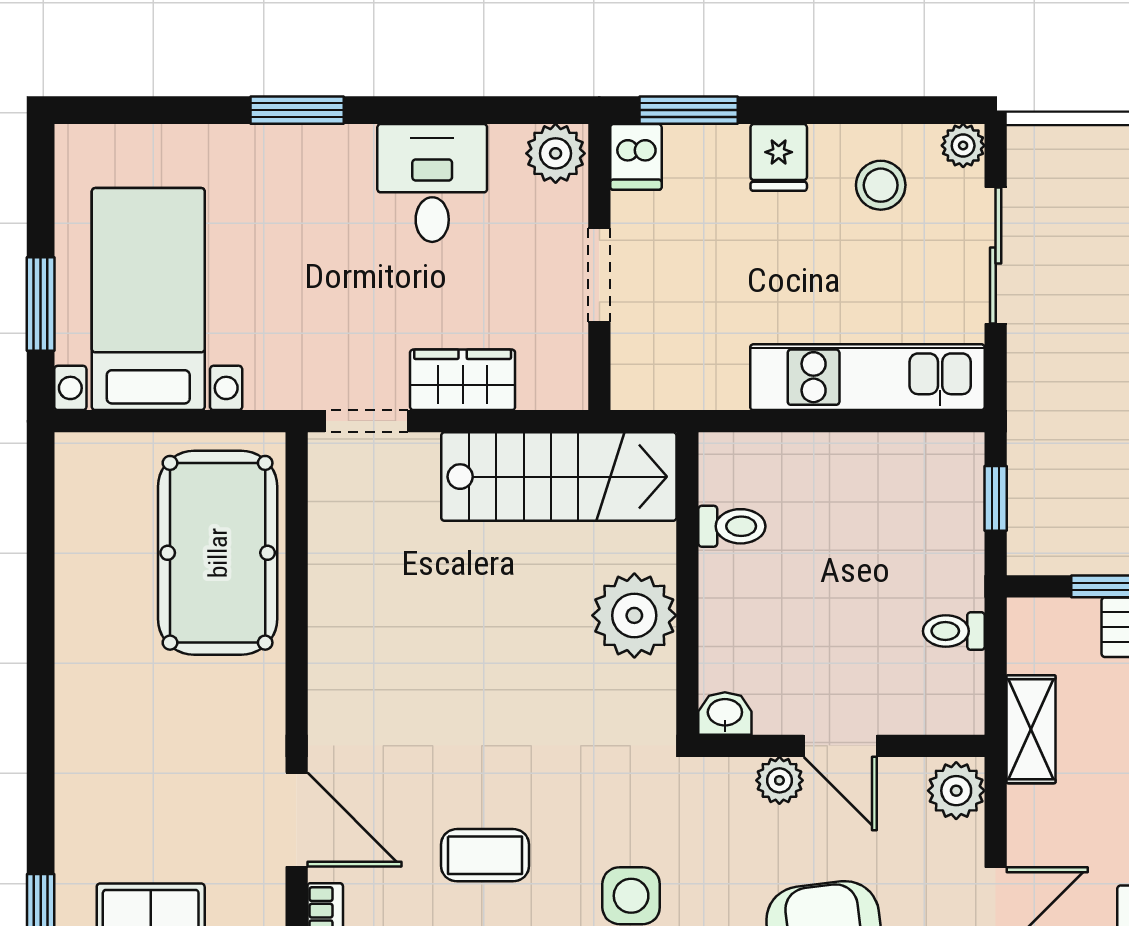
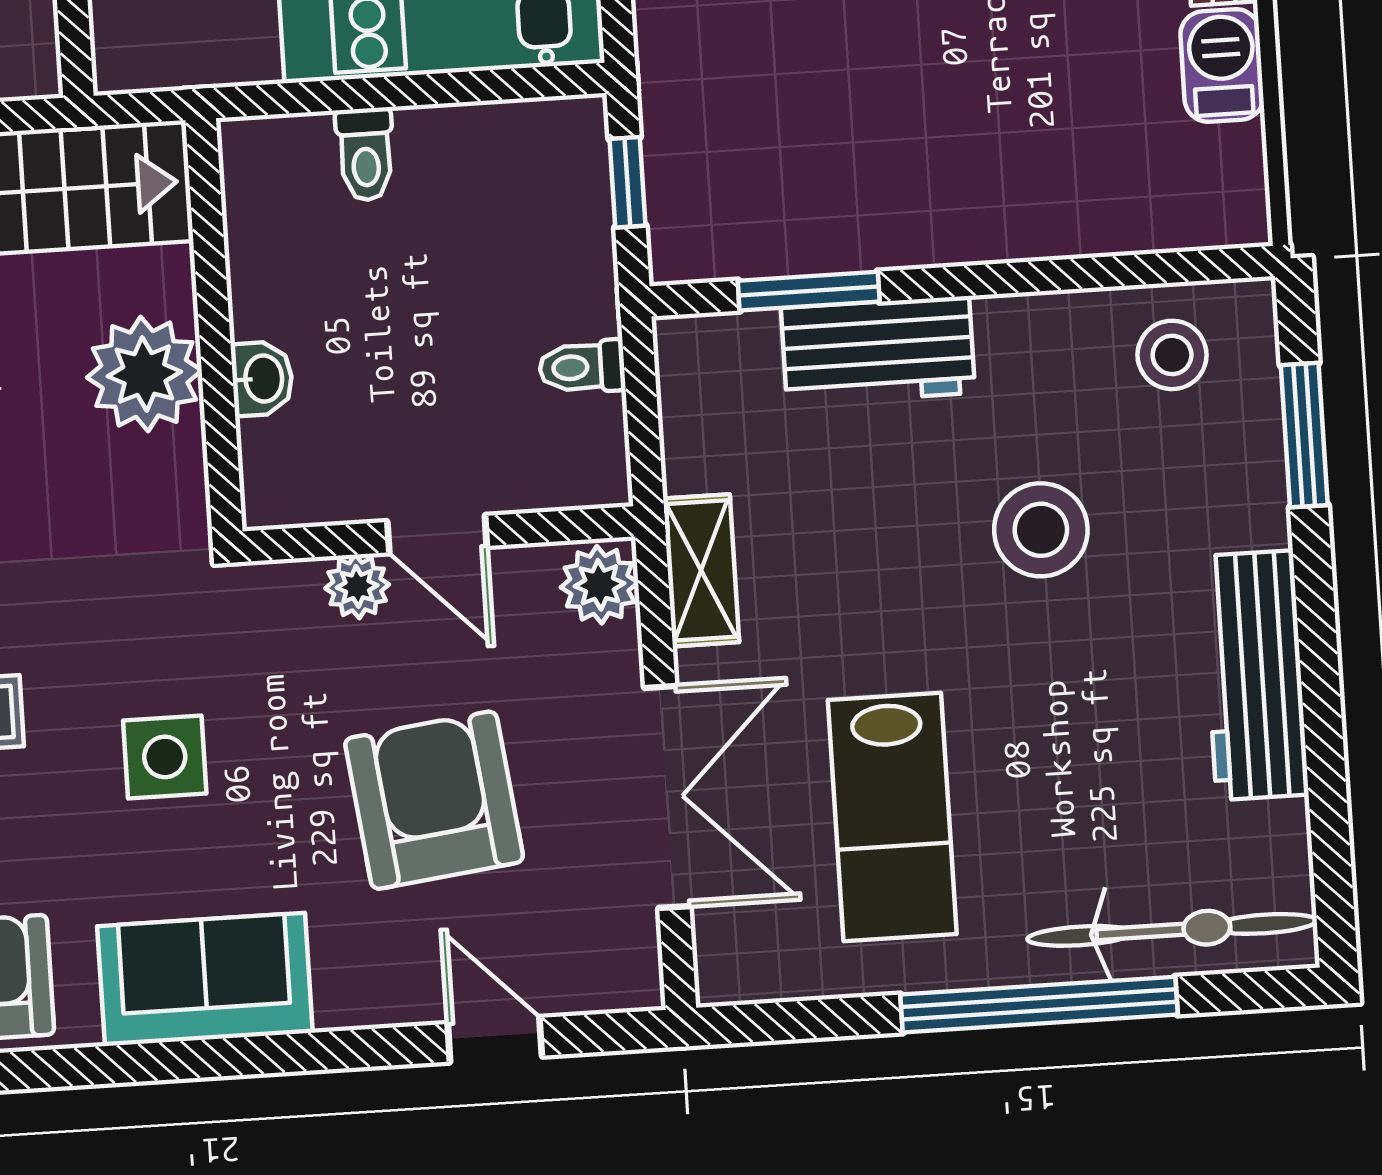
toilet: (732, 526) -> (365, 154), moved, turned 90
washbasin: (725, 714) -> (262, 379), moved, turned 90
shelving: (1031, 729) -> (701, 570), moved

